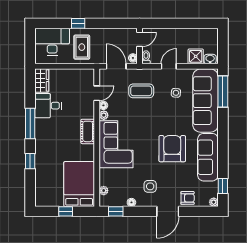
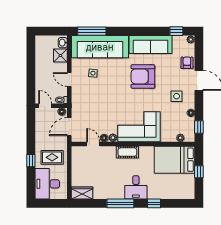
coffee table: (141, 91) -> (91, 104), removed
desk: (48, 106) -> (136, 187), moved

